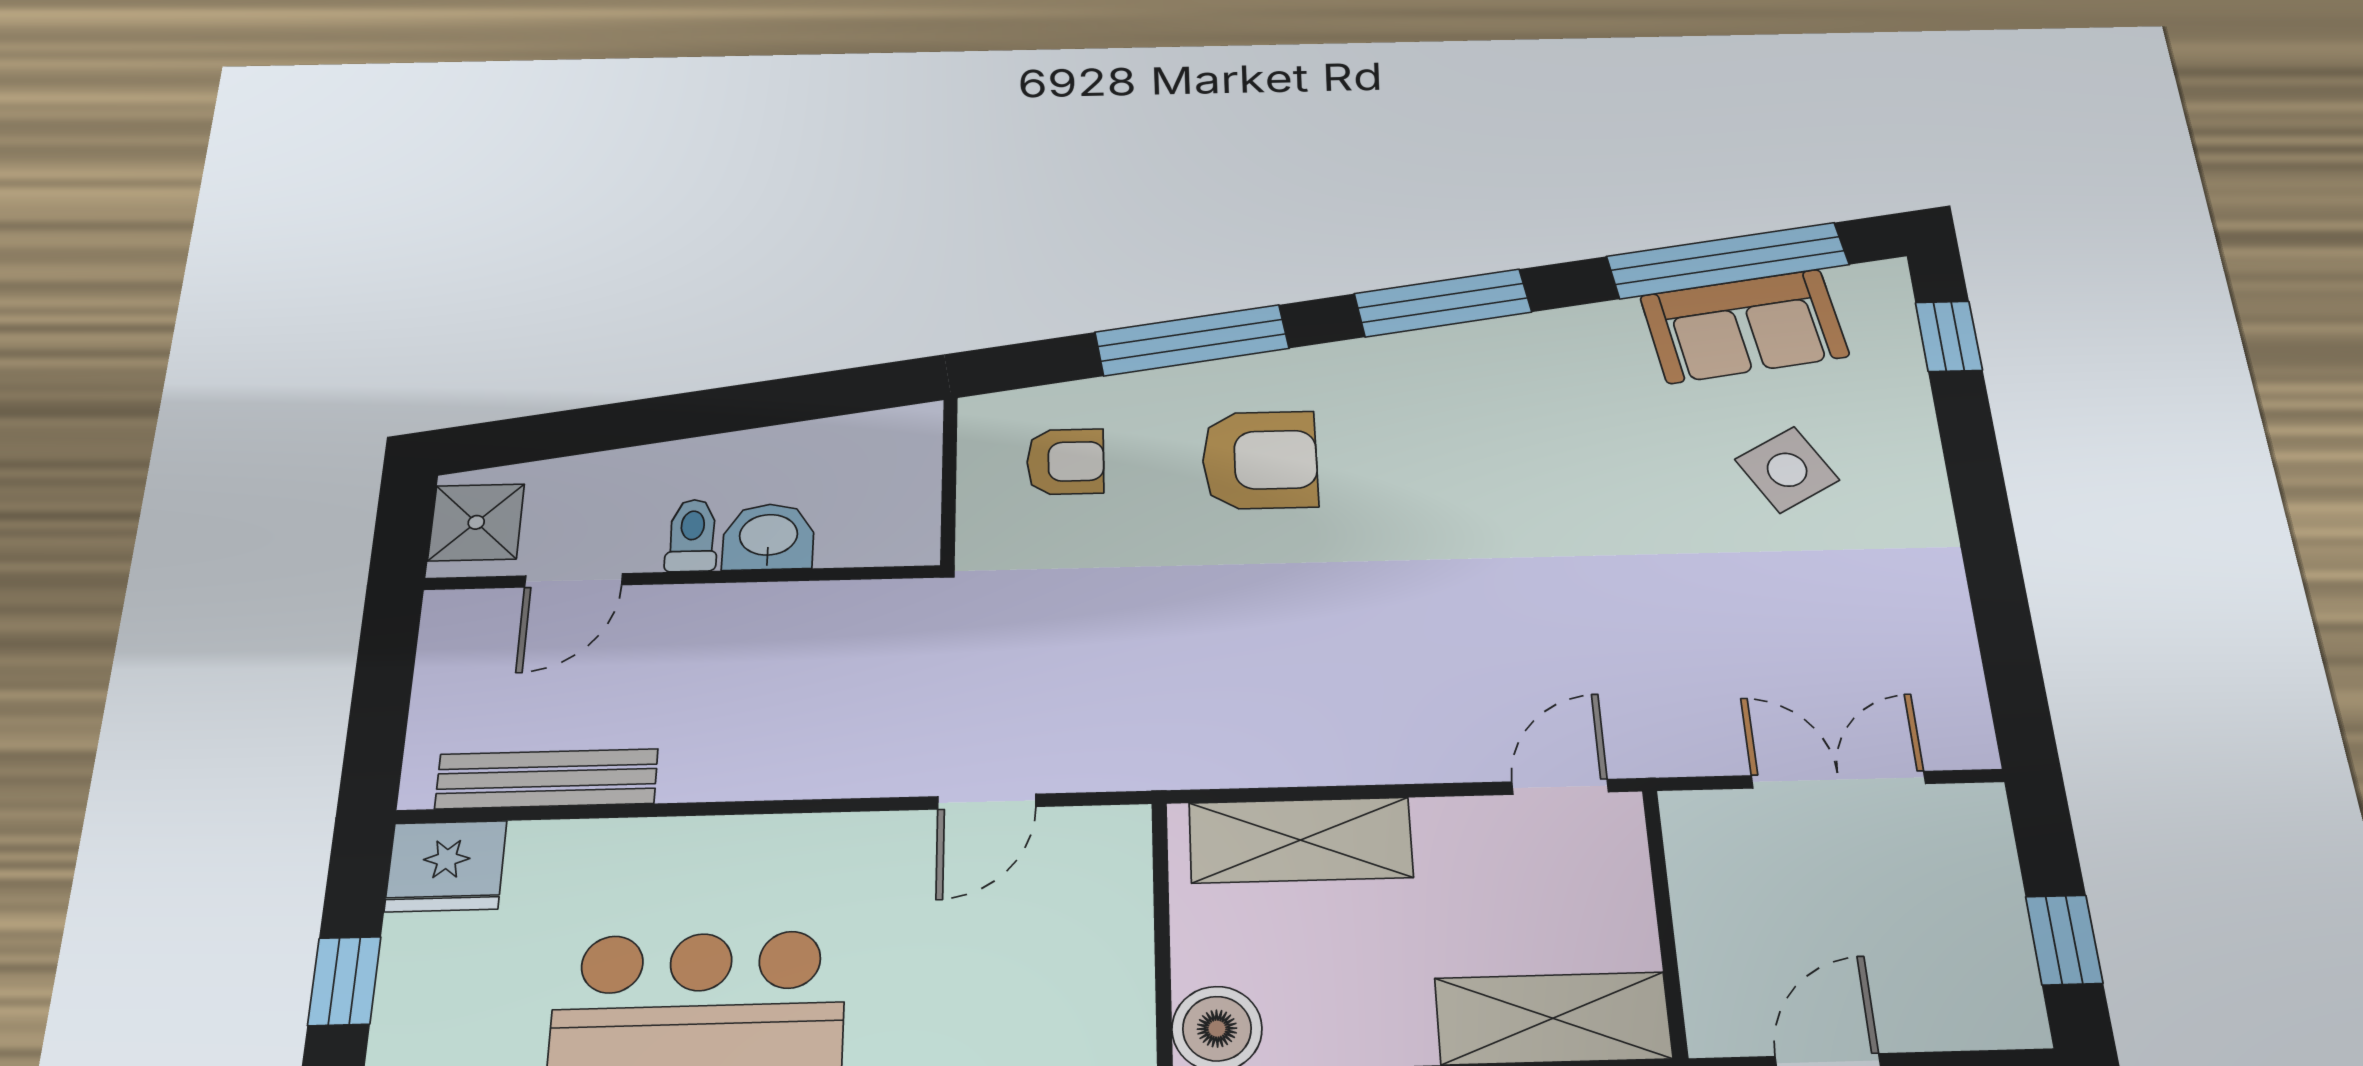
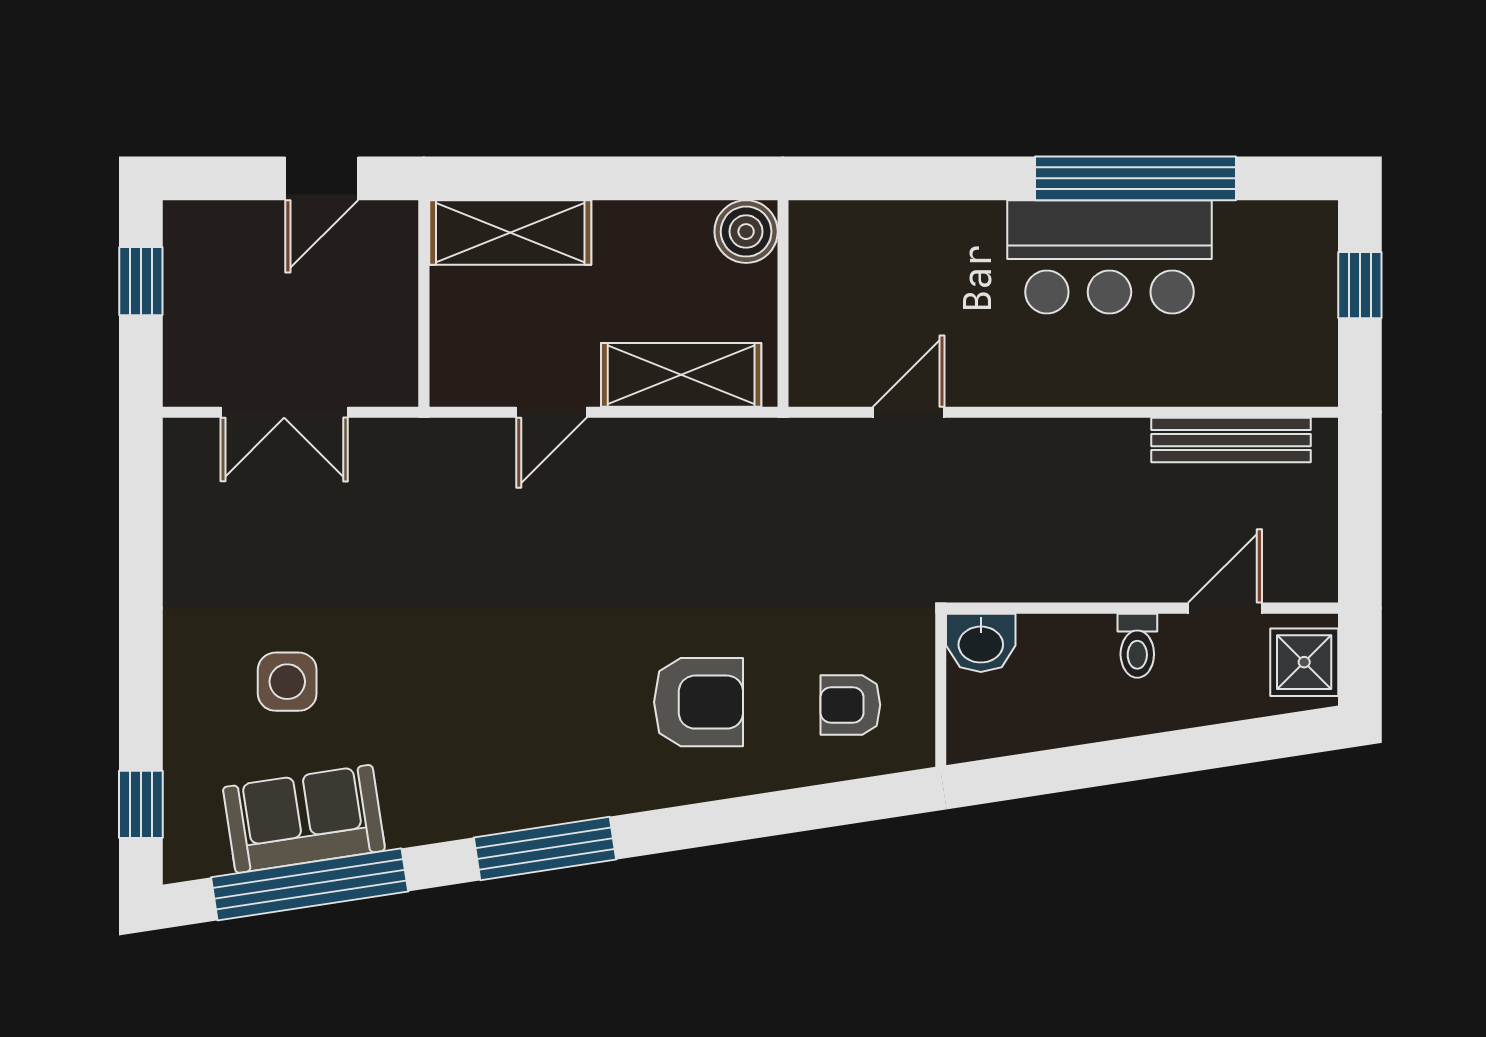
window: (1192, 340) -> (749, 817), removed
armchair: (1260, 460) -> (699, 702), turned 180
side table: (1787, 470) -> (287, 682), turned 30
washbasin: (768, 537) -> (981, 643), moved
door: (1560, 787) -> (551, 412), moved
fridge: (446, 866) -> (1298, 372), removed

